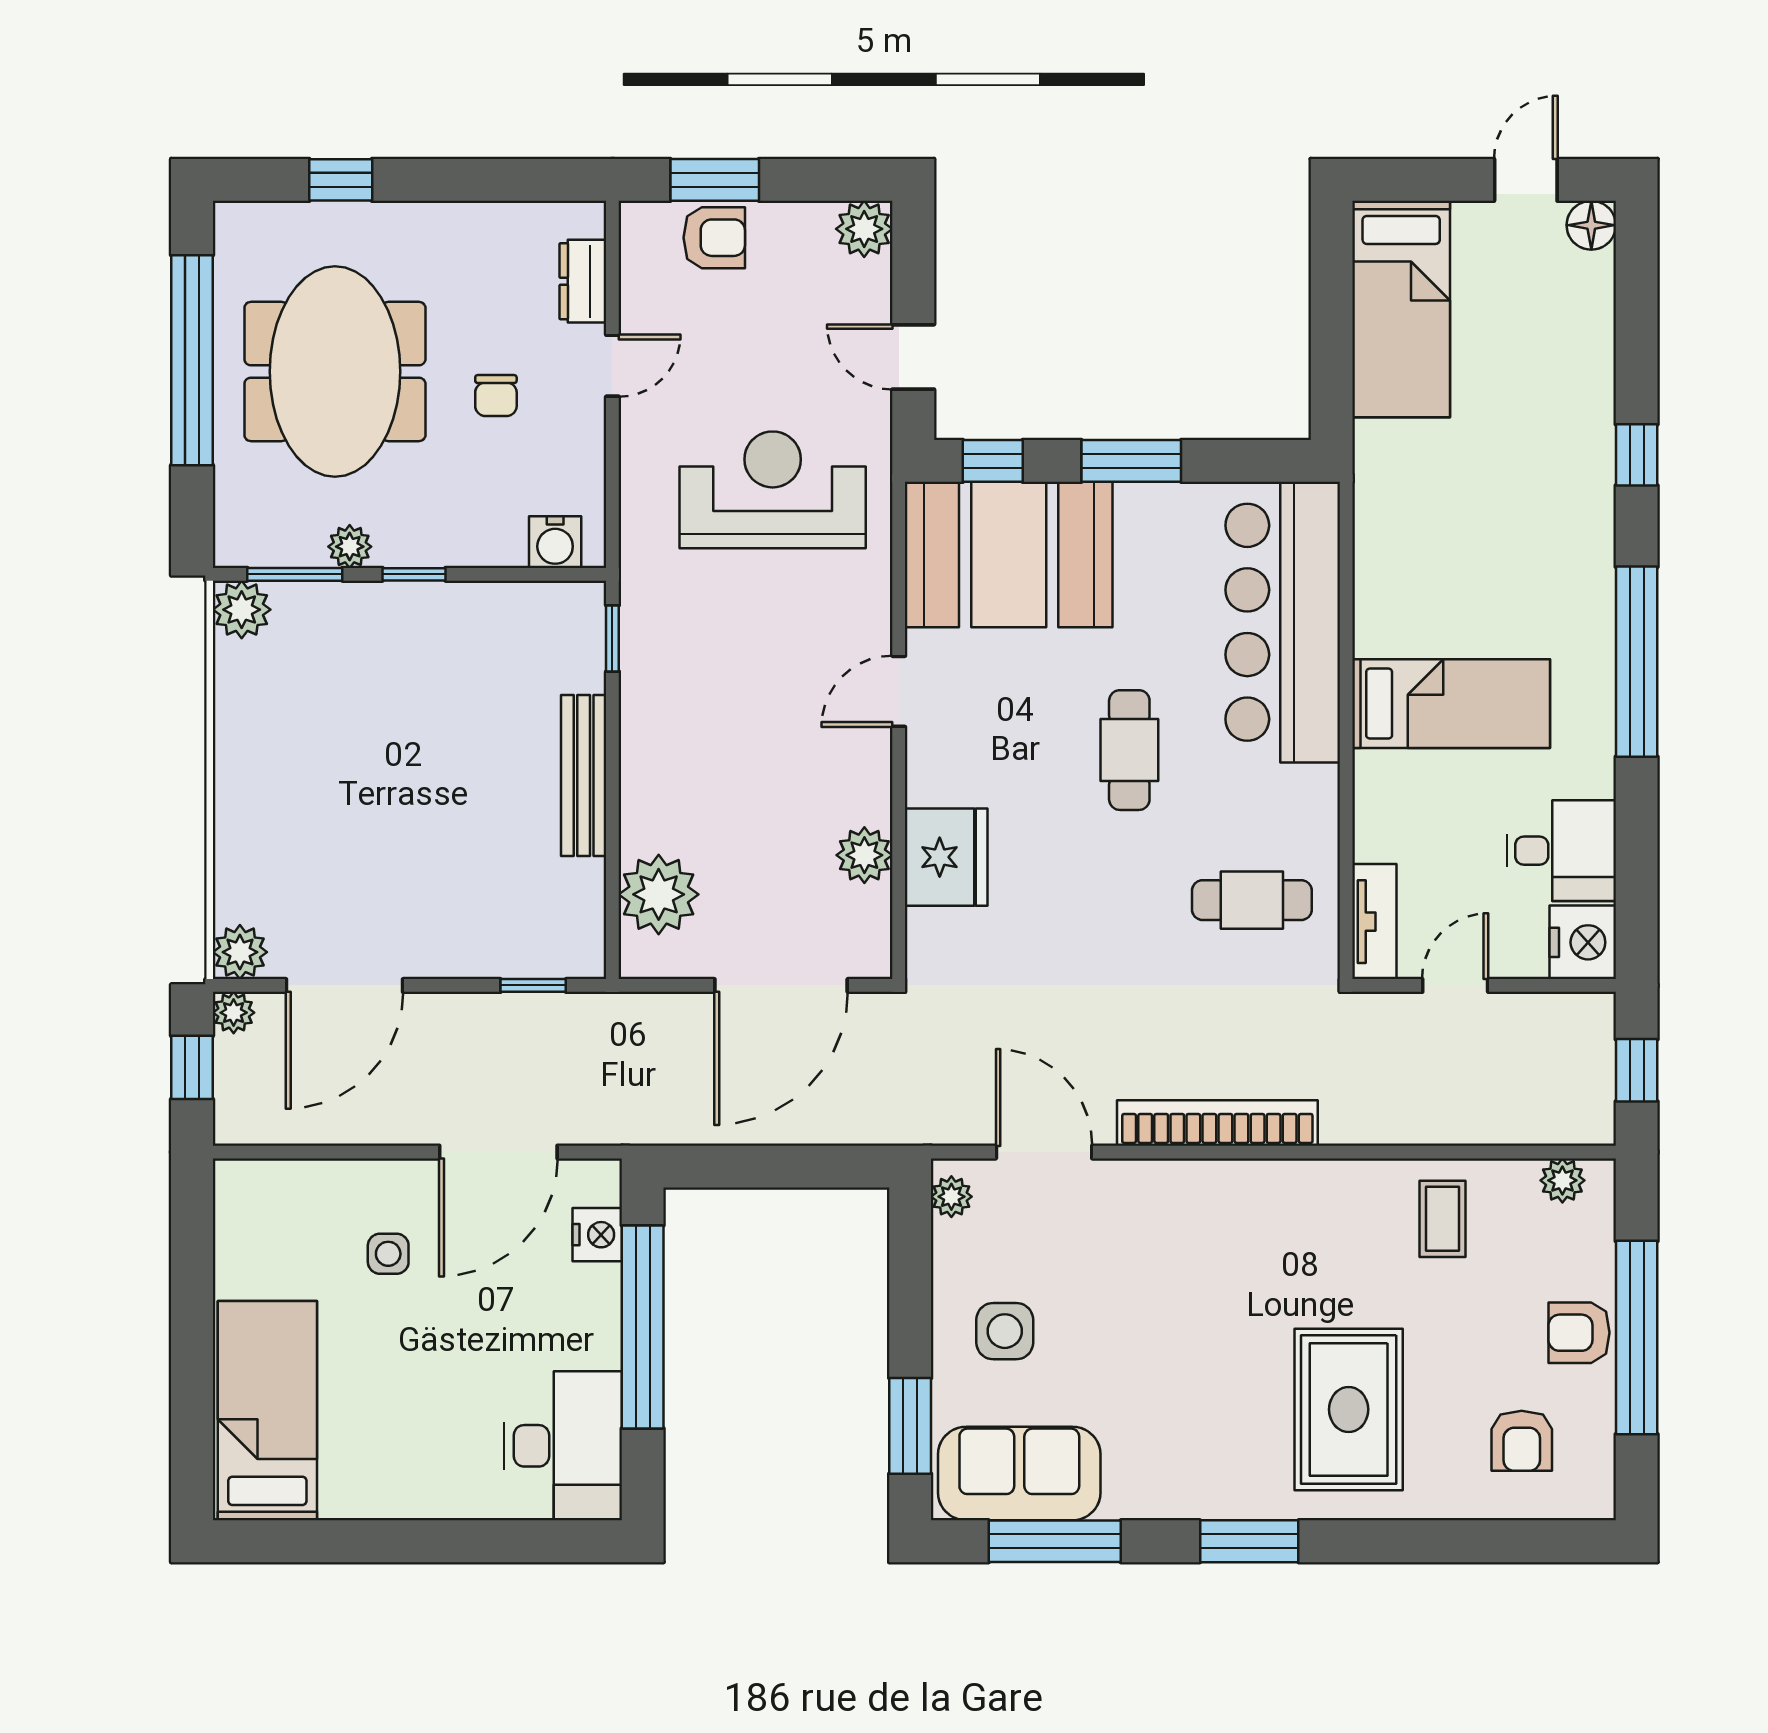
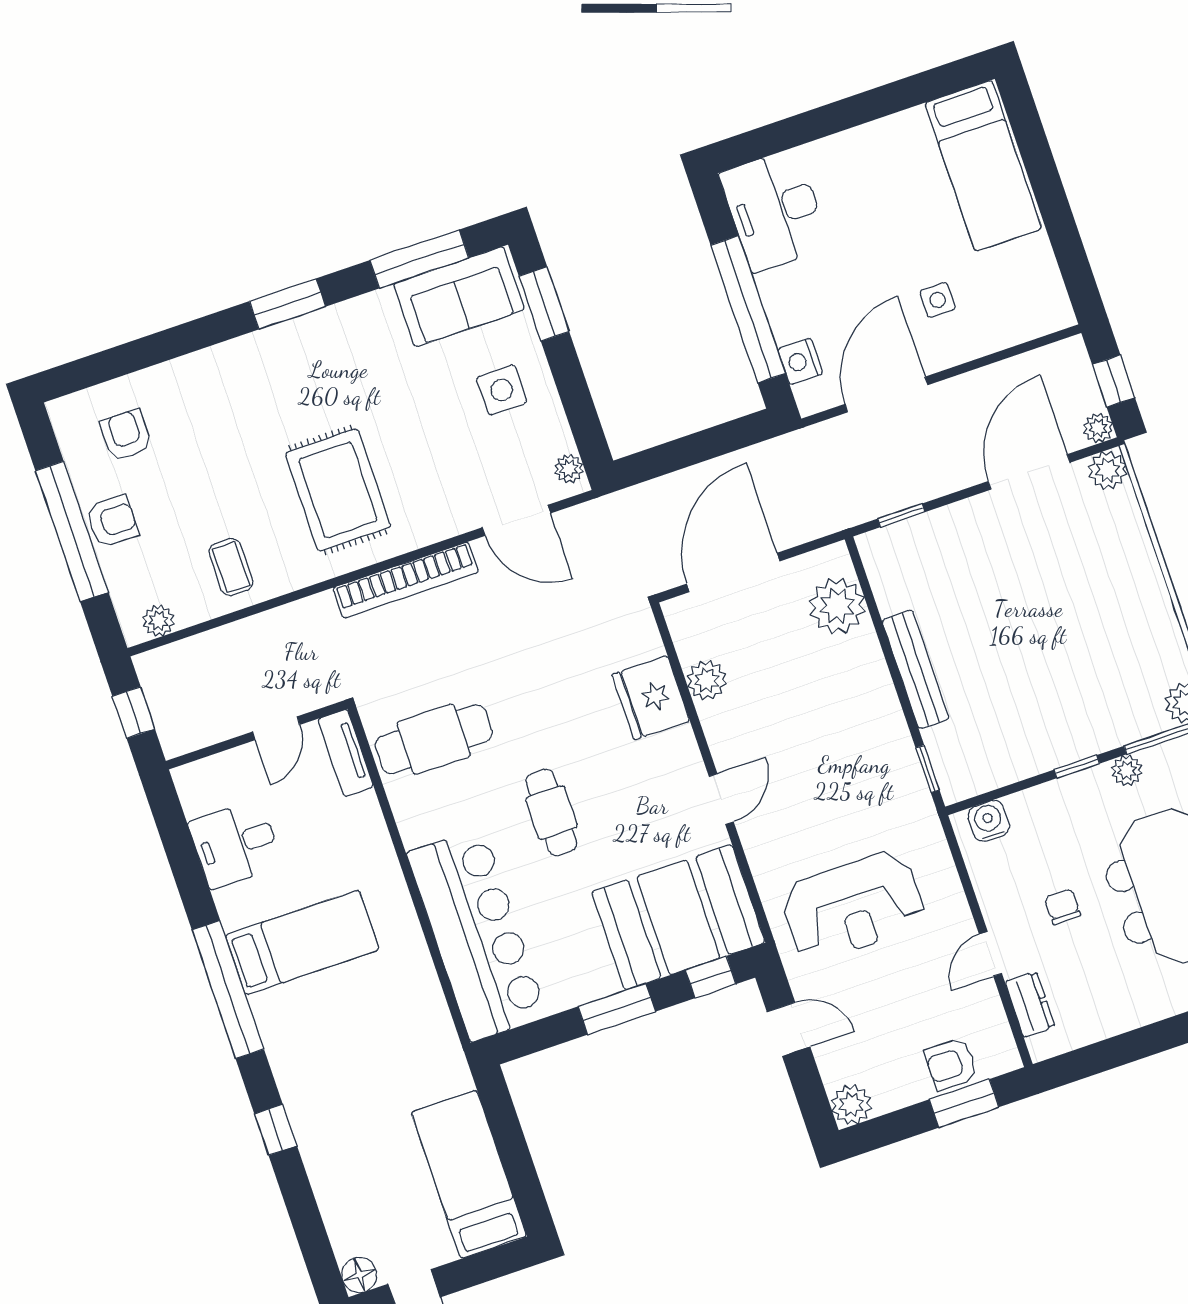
bed: (1451, 704) -> (302, 942), moved, turned 180
cafe table: (1252, 900) -> (434, 739), width x1.37, depth x1.35
nightstand: (1583, 942) -> (200, 787), removed
rug: (1349, 1409) -> (338, 490), moved

